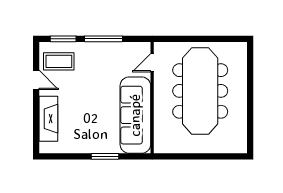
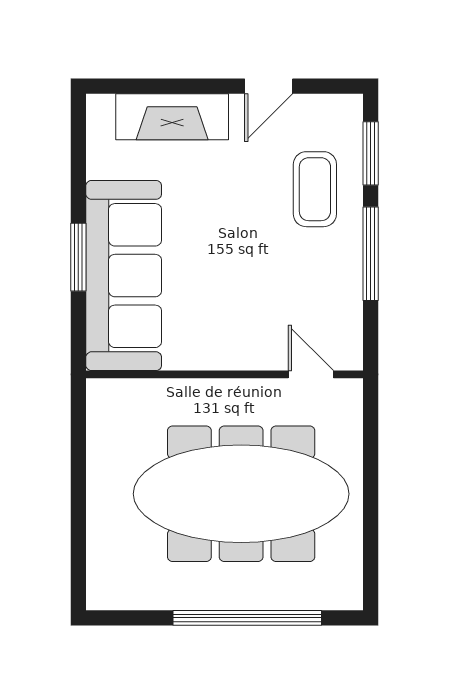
coffee table: (59, 61) -> (315, 189), moved
window: (250, 89) -> (247, 618), added
sofa: (135, 115) -> (124, 276), moved, turned 90

